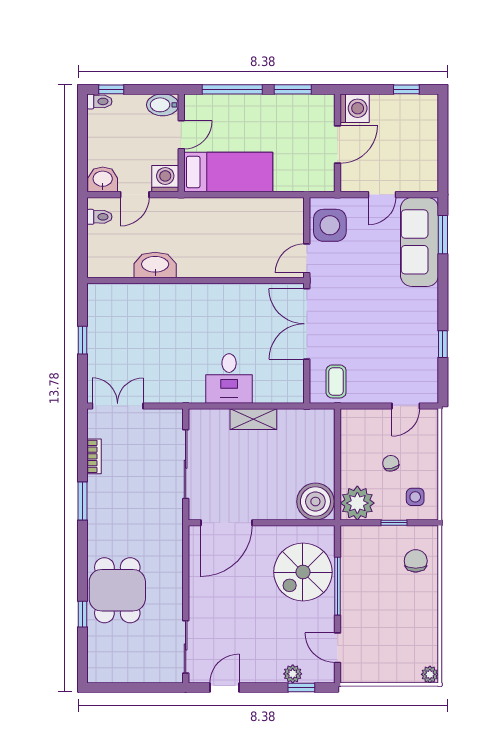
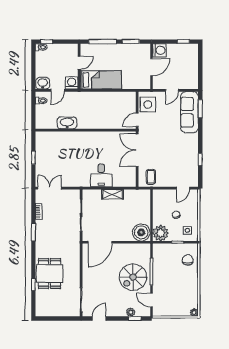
bidet: (163, 105) -> (70, 49), removed
spiral stairs: (303, 572) -> (133, 277), moved

